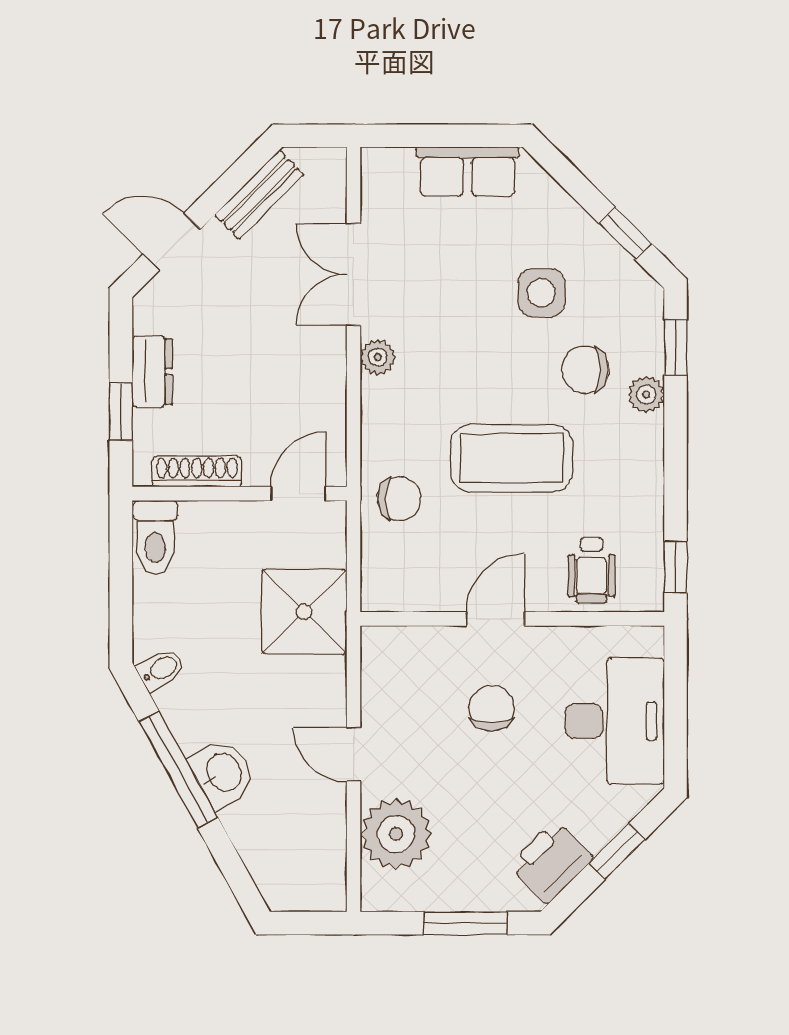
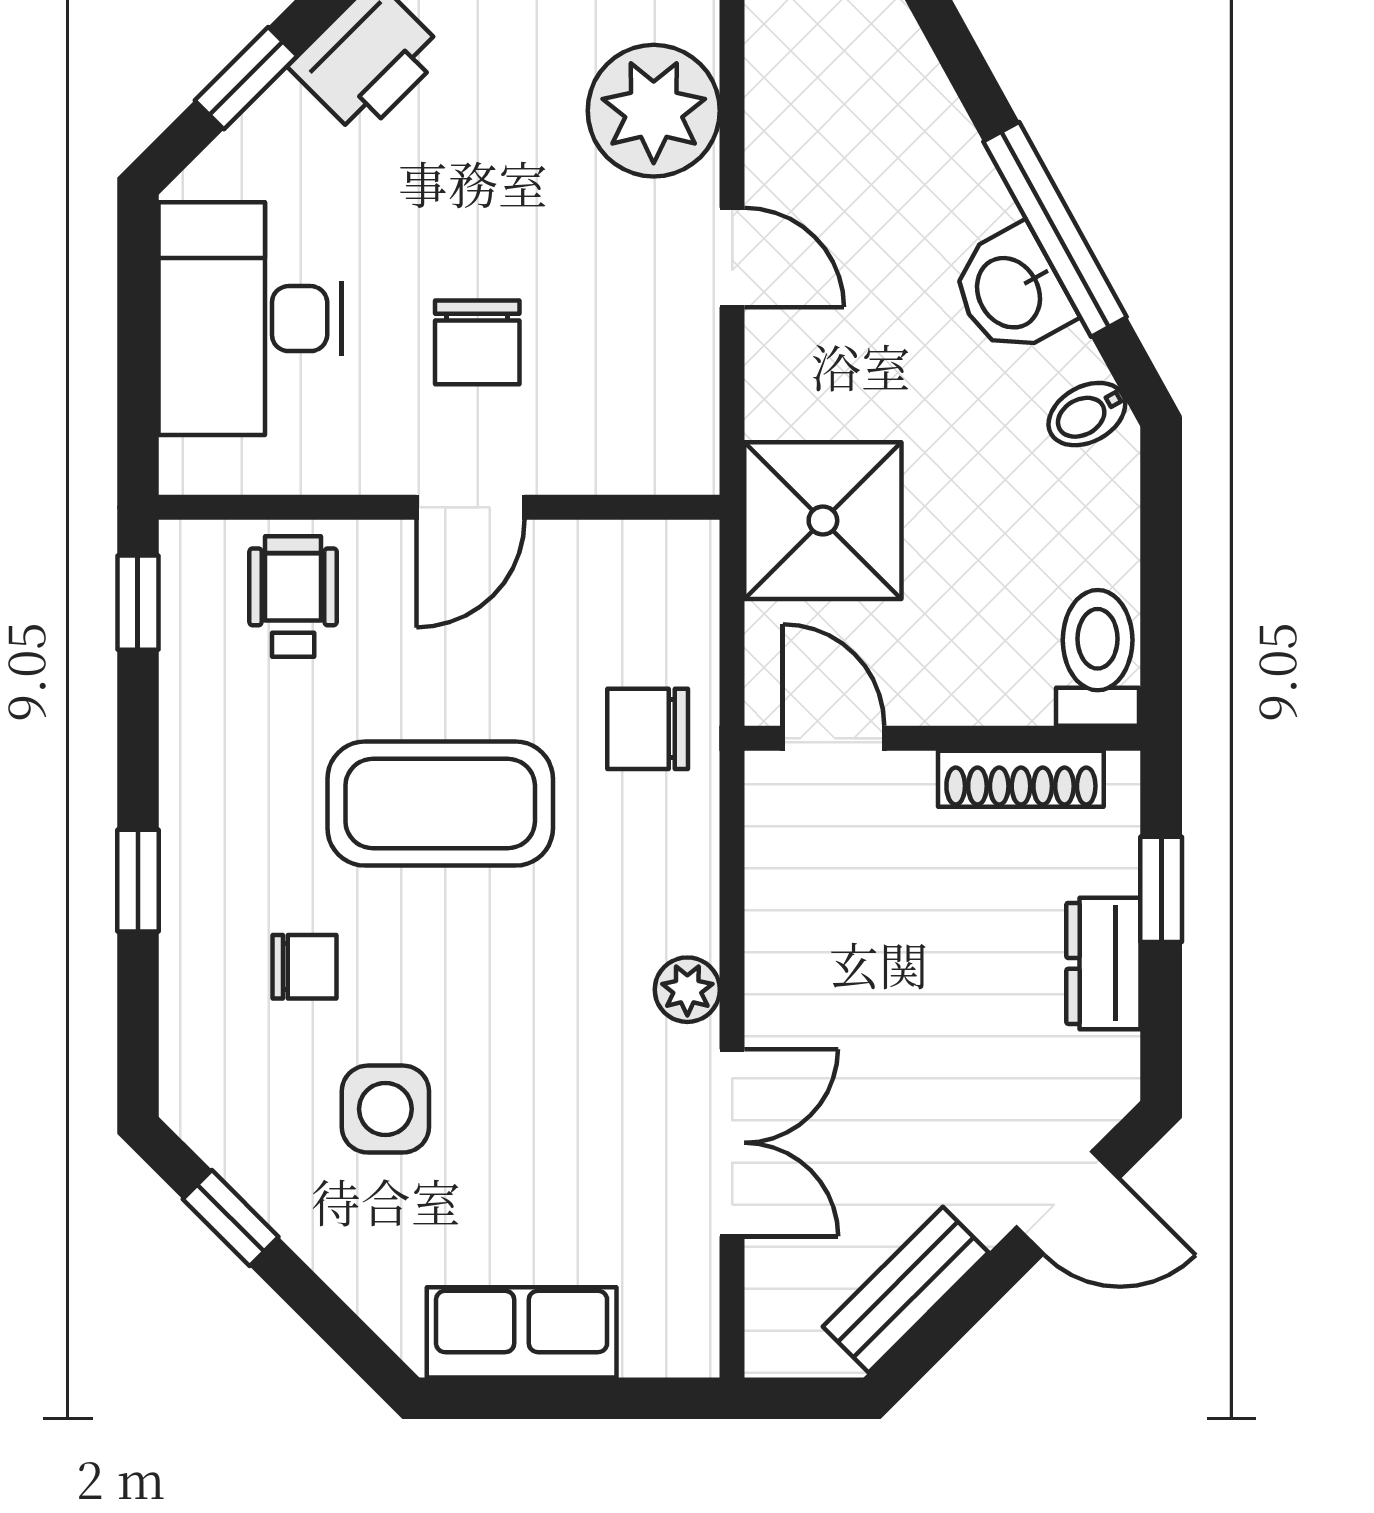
window: (676, 348) -> (138, 881), moved
chair: (585, 370) -> (304, 967), width x0.73, depth x0.73
plant: (646, 394) -> (192, 921), removed
door: (298, 494) -> (834, 738), swing flipped
washbasin: (223, 773) -> (1011, 291), moved

